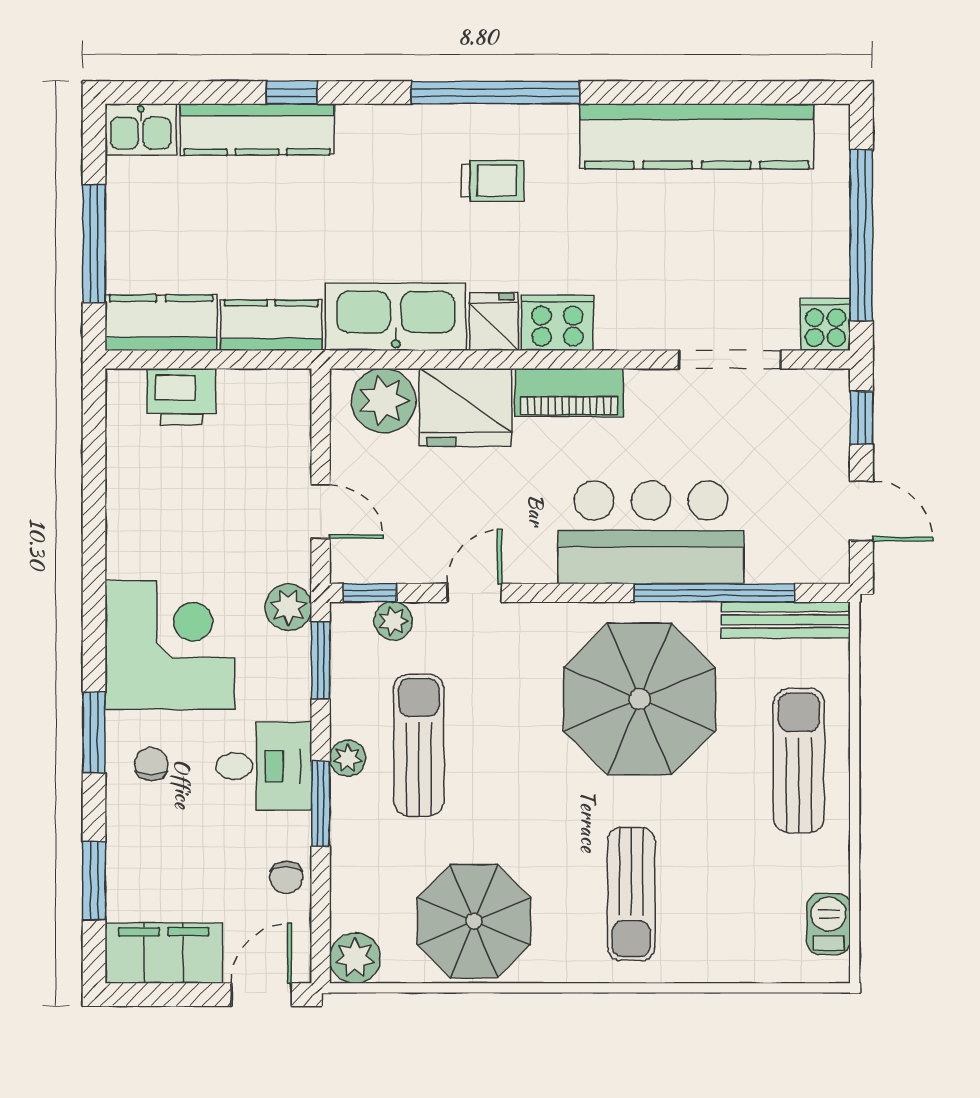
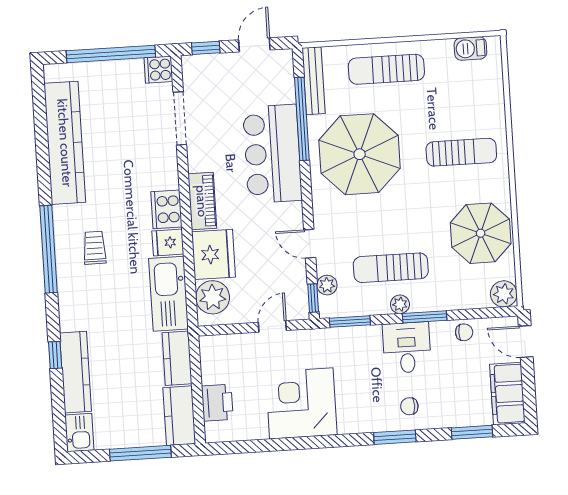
plant: (288, 607) -> (323, 340), removed
corner desk: (170, 645) -> (301, 403), moved

